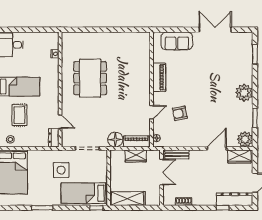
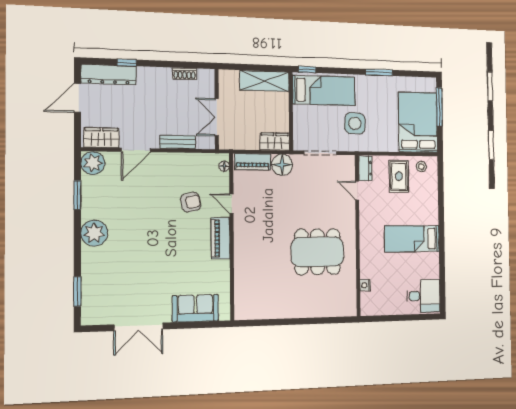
piano: (159, 77) -> (221, 238), moved
dining table: (90, 78) -> (317, 252), turned 90
door: (152, 112) -> (231, 204), hinge flipped
rug: (19, 115) -> (399, 176), moved
bench: (177, 154) -> (178, 142), moved
wardrobe: (136, 156) -> (275, 142), moved

